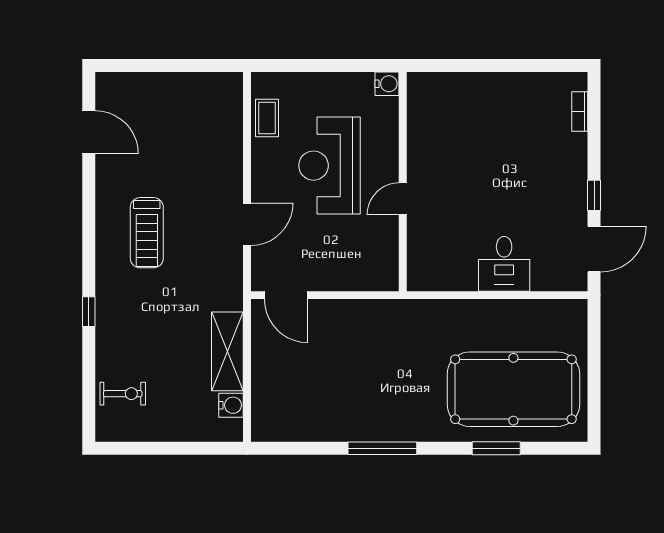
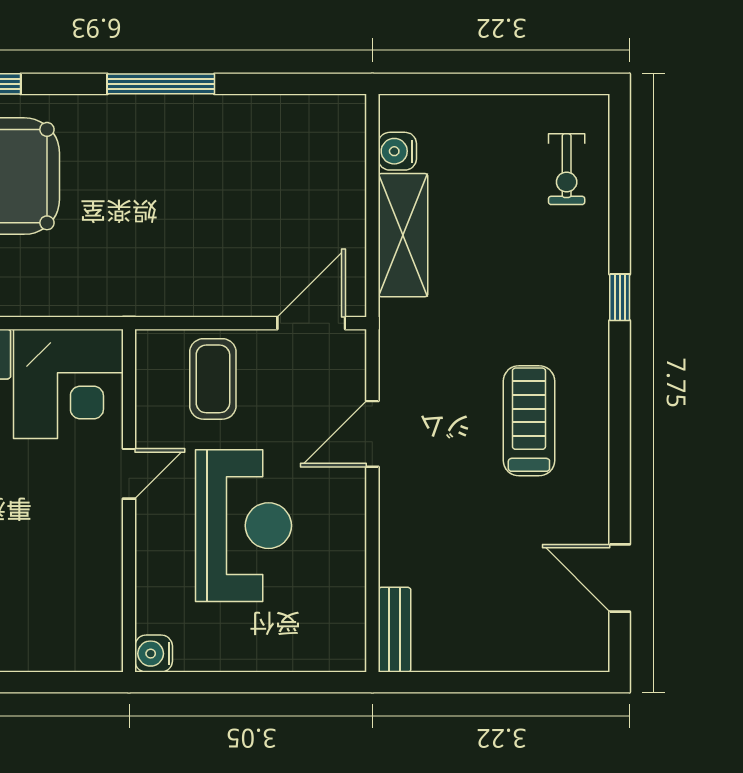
bench: (233, 99) -> (395, 630), added
coffee table: (267, 118) -> (213, 379), moved, width x1.36, depth x1.30
corner desk: (442, 256) -> (68, 384), added
door: (286, 295) -> (311, 323), hinge flipped
exercise bike: (123, 394) -> (567, 169), turned -90

